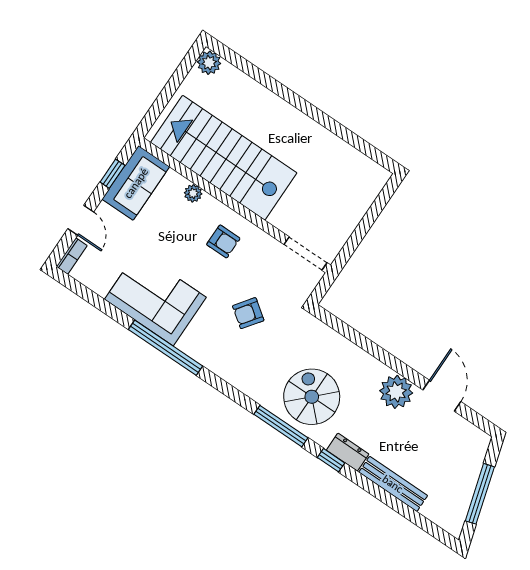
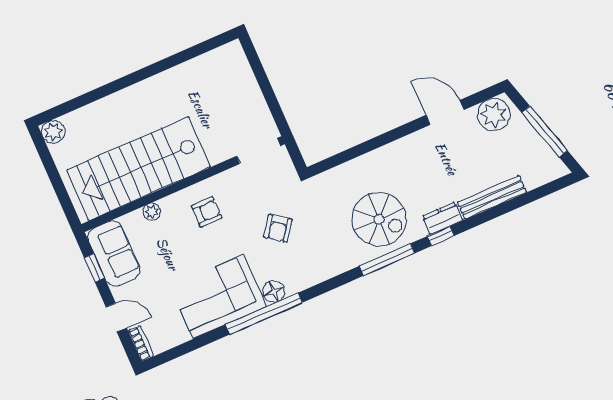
floor lamp: (190, 344) -> (274, 292), added
plant: (396, 392) -> (494, 115), moved
spiral stairs: (312, 397) -> (379, 219), turned 180

